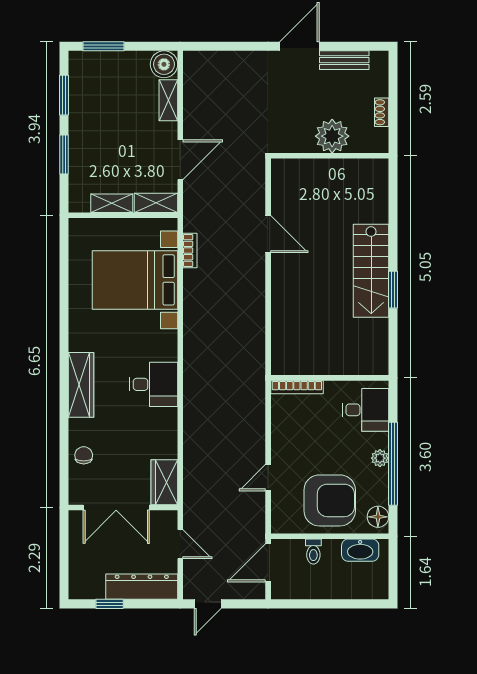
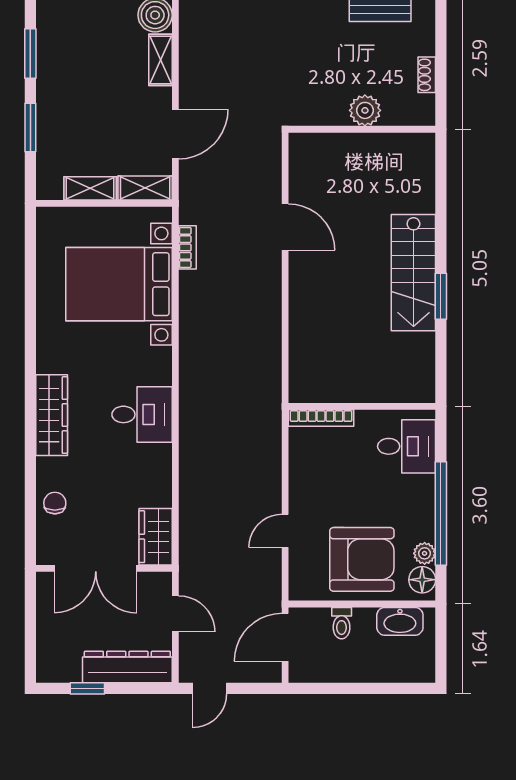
plant: (332, 136) -> (365, 110), width x0.73, depth x0.73
plant: (380, 458) -> (425, 553), moved

